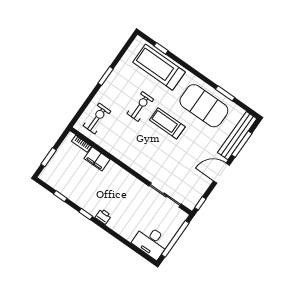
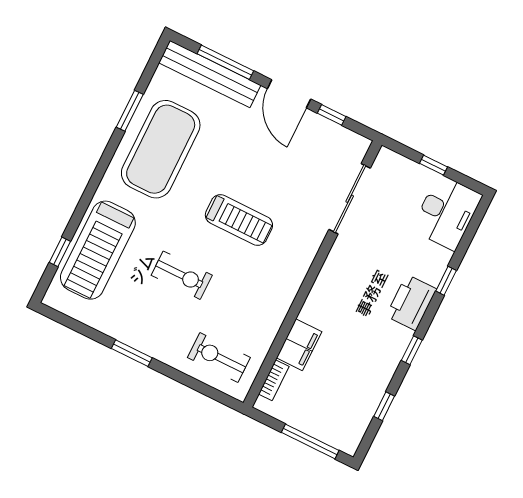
exercise bike: (140, 106) -> (182, 275), turned 180
treadmill: (167, 123) -> (239, 220), moved, turned -90
window: (49, 157) -> (310, 441), width x1.44
window: (200, 203) -> (332, 115), moved
printer: (103, 216) -> (411, 303), width x1.87, depth x1.48
window: (117, 236) -> (446, 281), added
window: (175, 239) -> (433, 165), width x0.32

